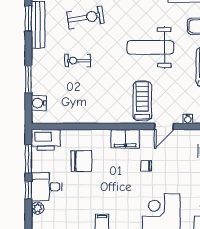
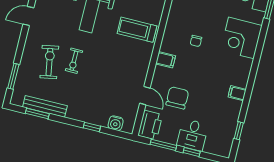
exercise bike: (78, 61) -> (74, 61), moved
window: (28, 79) -> (92, 127), width x0.67
door: (164, 127) -> (145, 96), moved
filing cabinet: (125, 139) -> (166, 60), width x0.50
plant: (38, 208) -> (210, 148), removed

